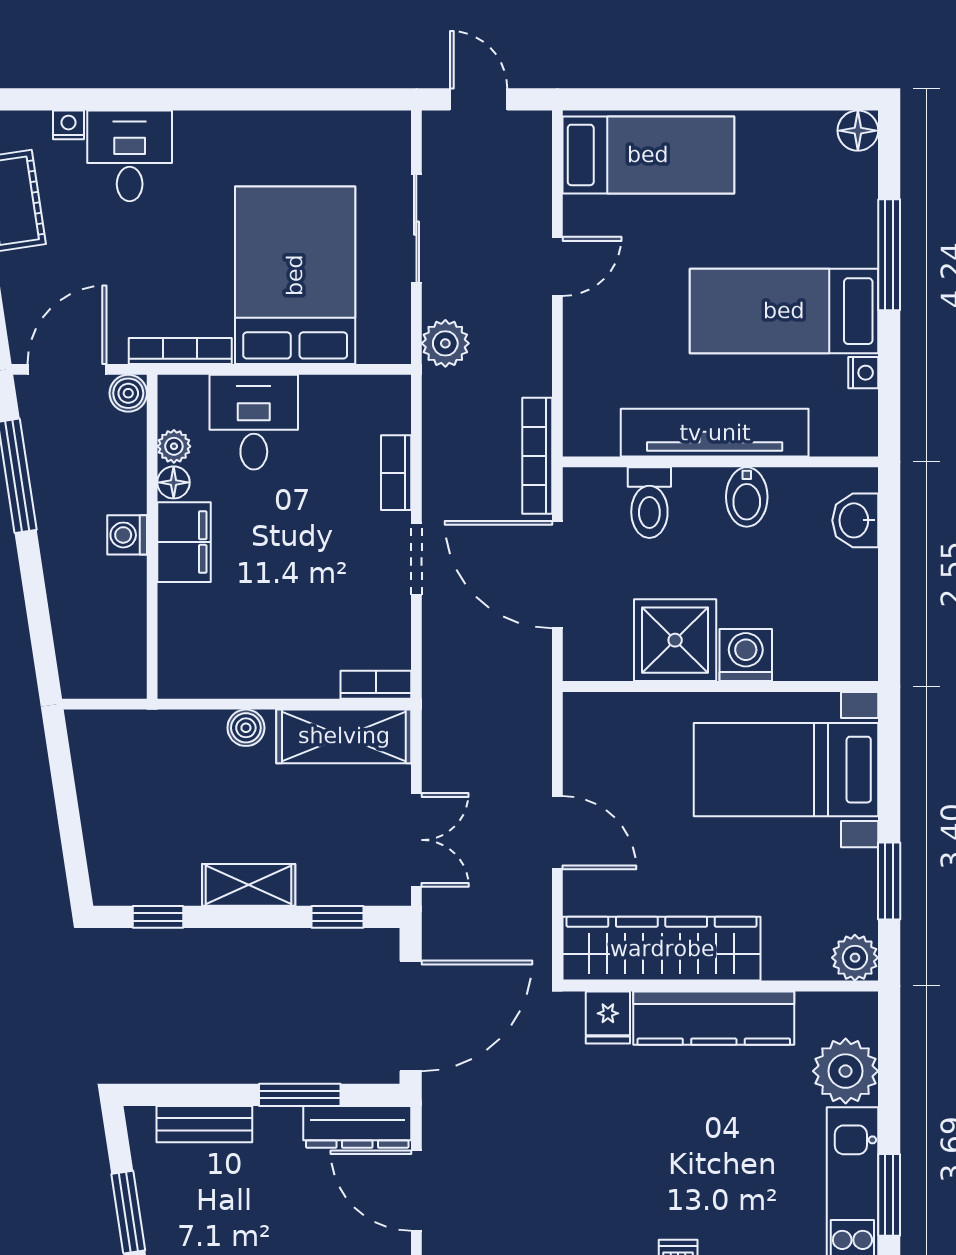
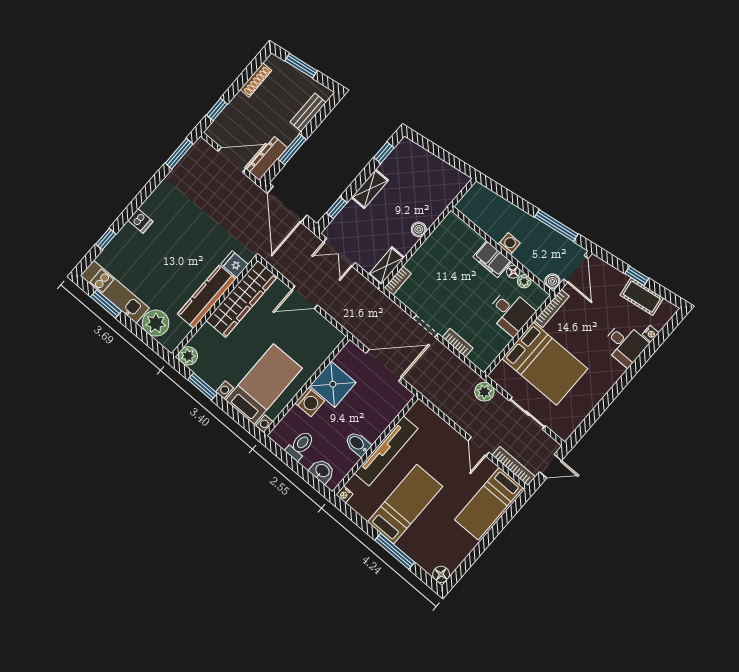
nightstand: (863, 373) -> (344, 494), moved
bookcase: (537, 456) -> (514, 466), moved
toilet: (649, 503) -> (300, 445), moved, turned 90
shelving: (344, 736) -> (387, 266), width x0.67, depth x0.75

